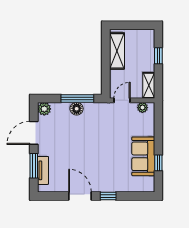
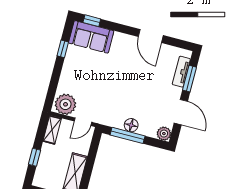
plant: (142, 108) -> (65, 104), width x1.87, depth x1.87
door: (34, 133) -> (181, 112), hinge flipped
sofa: (143, 156) -> (91, 37), moved, turned 90
window: (108, 196) -> (92, 21), moved

